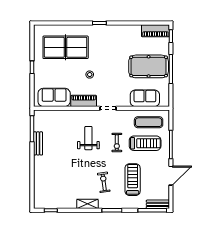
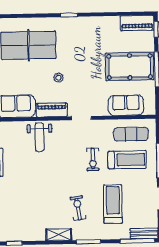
weight bench: (88, 138) -> (40, 137), moved, turned 180

